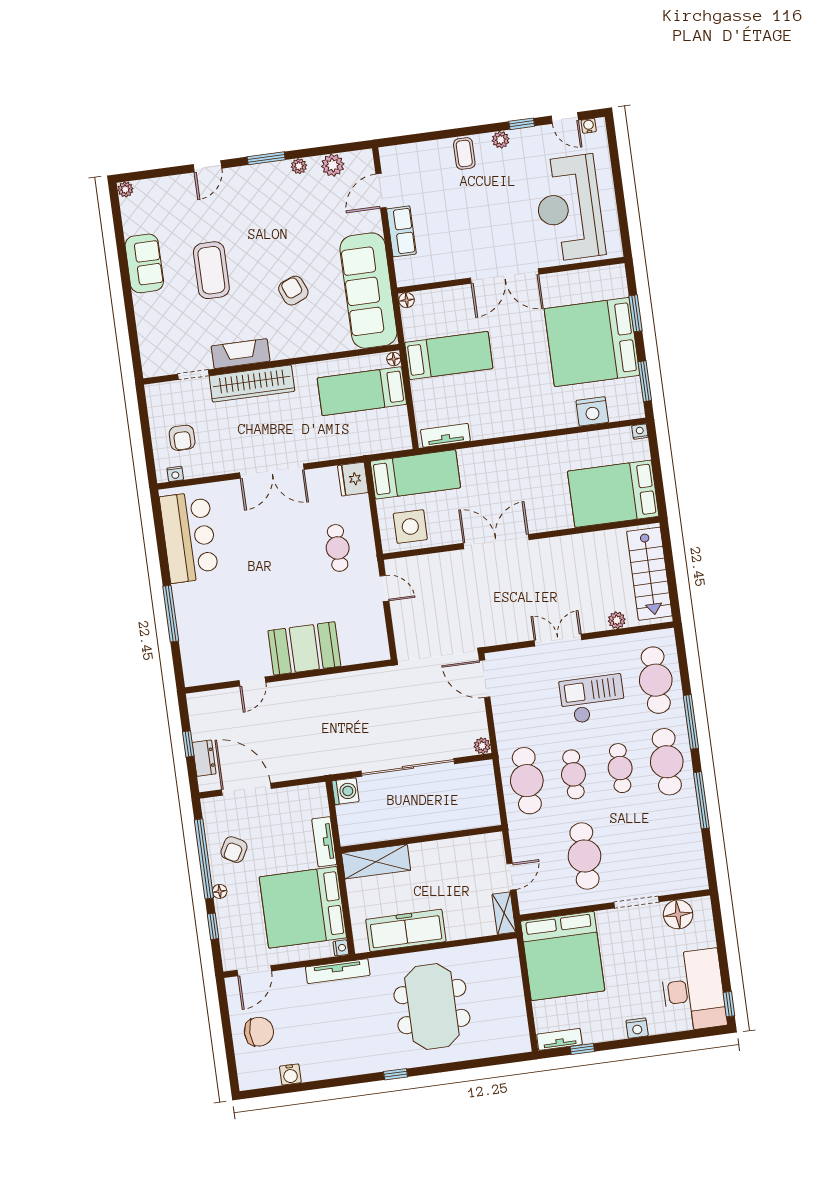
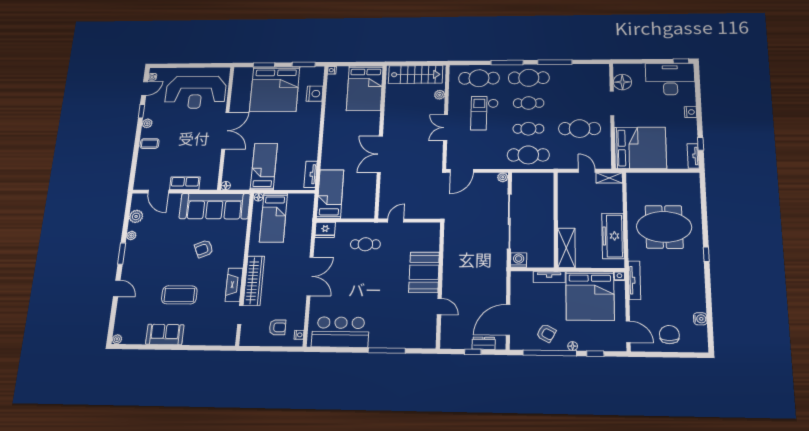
side table: (410, 527) -> (361, 201), removed

